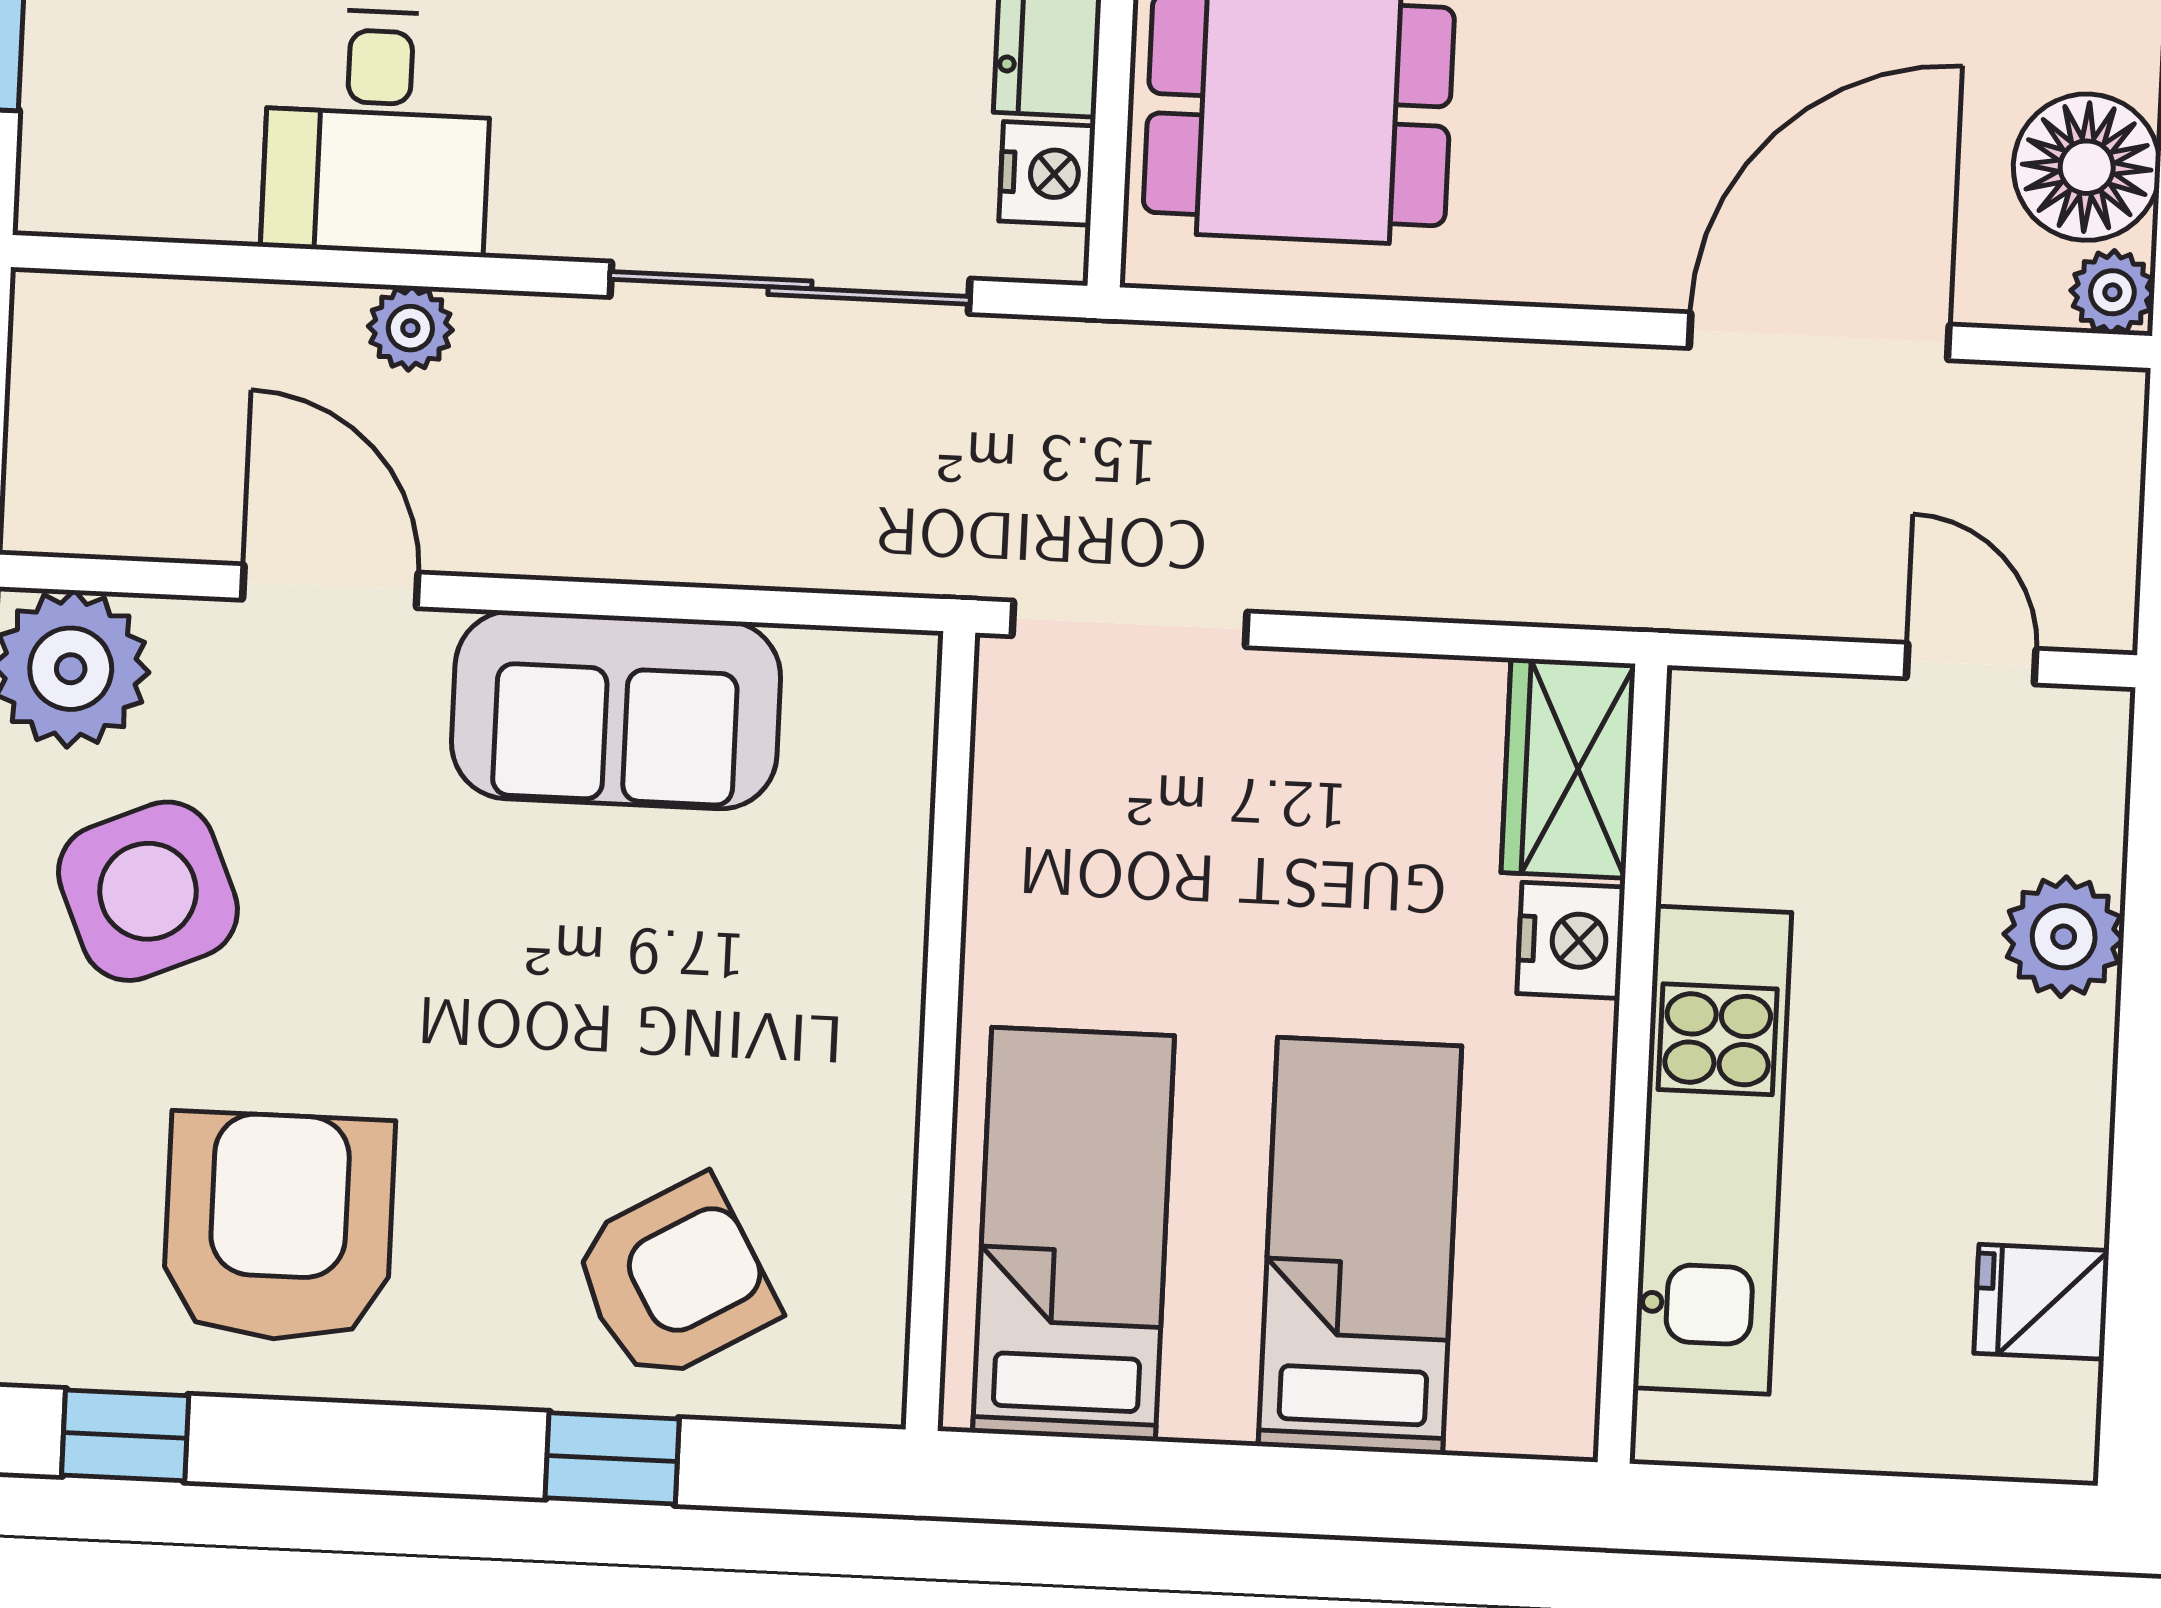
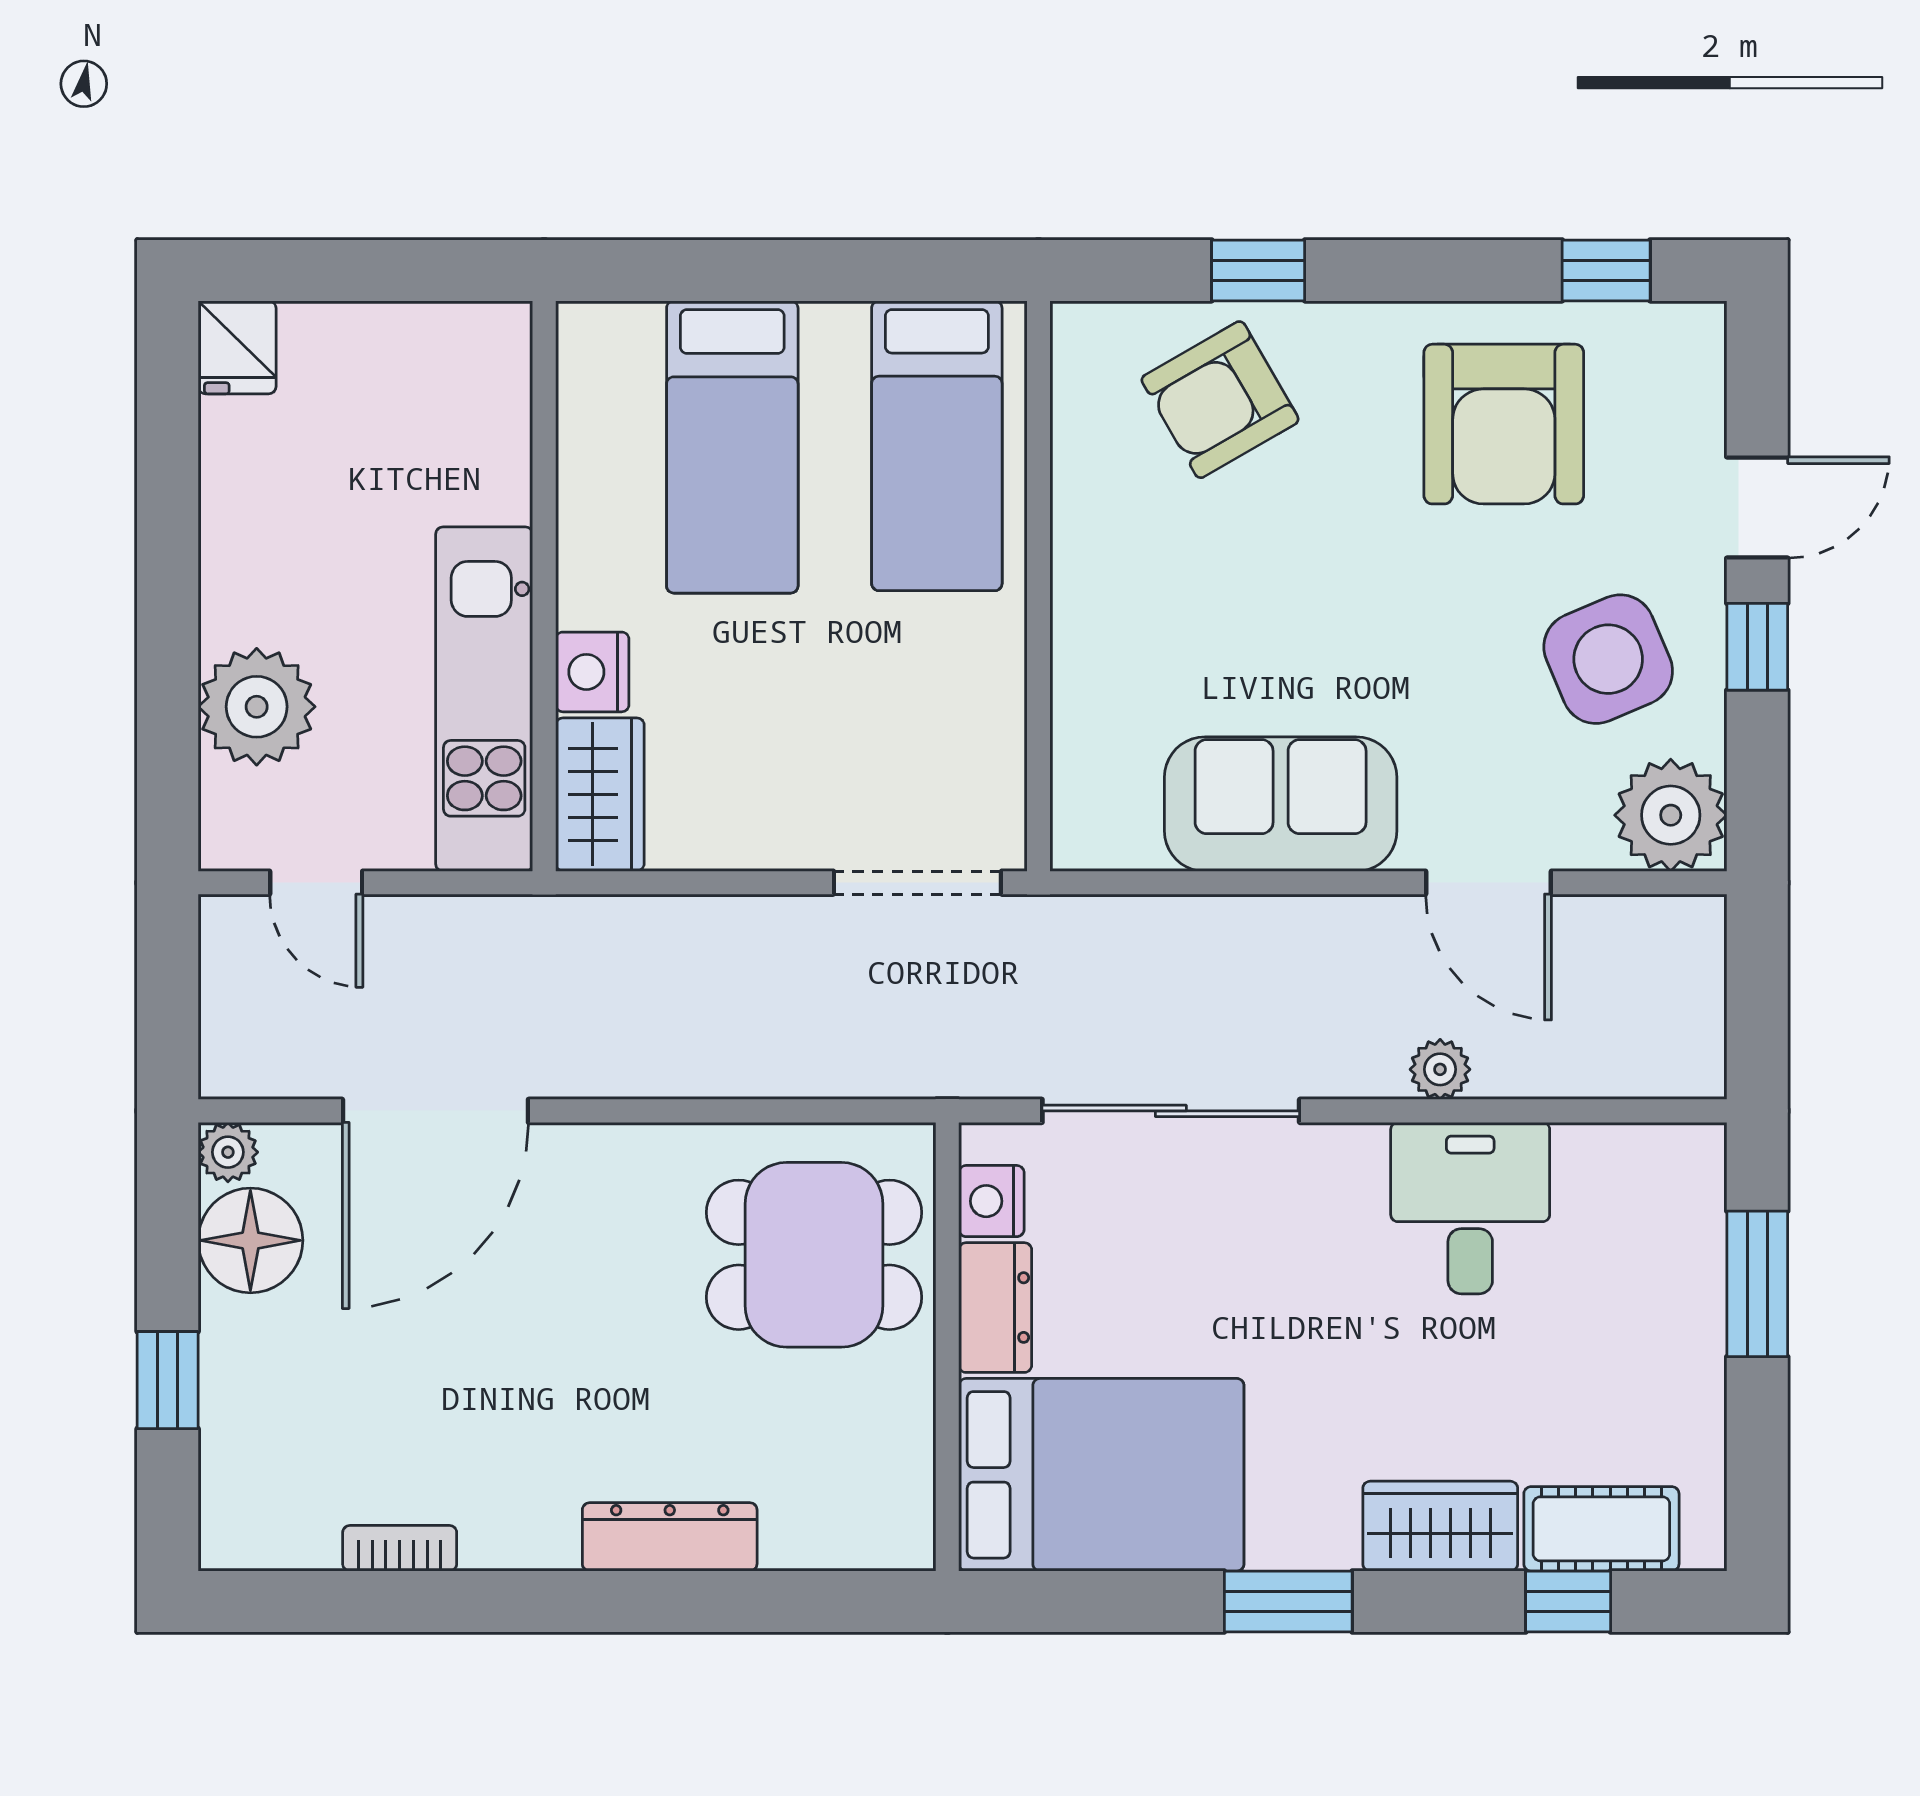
plant: (2064, 937) -> (257, 707), width x1.36, depth x1.36
kitchen unit: (1712, 1150) -> (484, 699), moved
fridge: (2041, 1302) -> (237, 347), moved, turned 90

